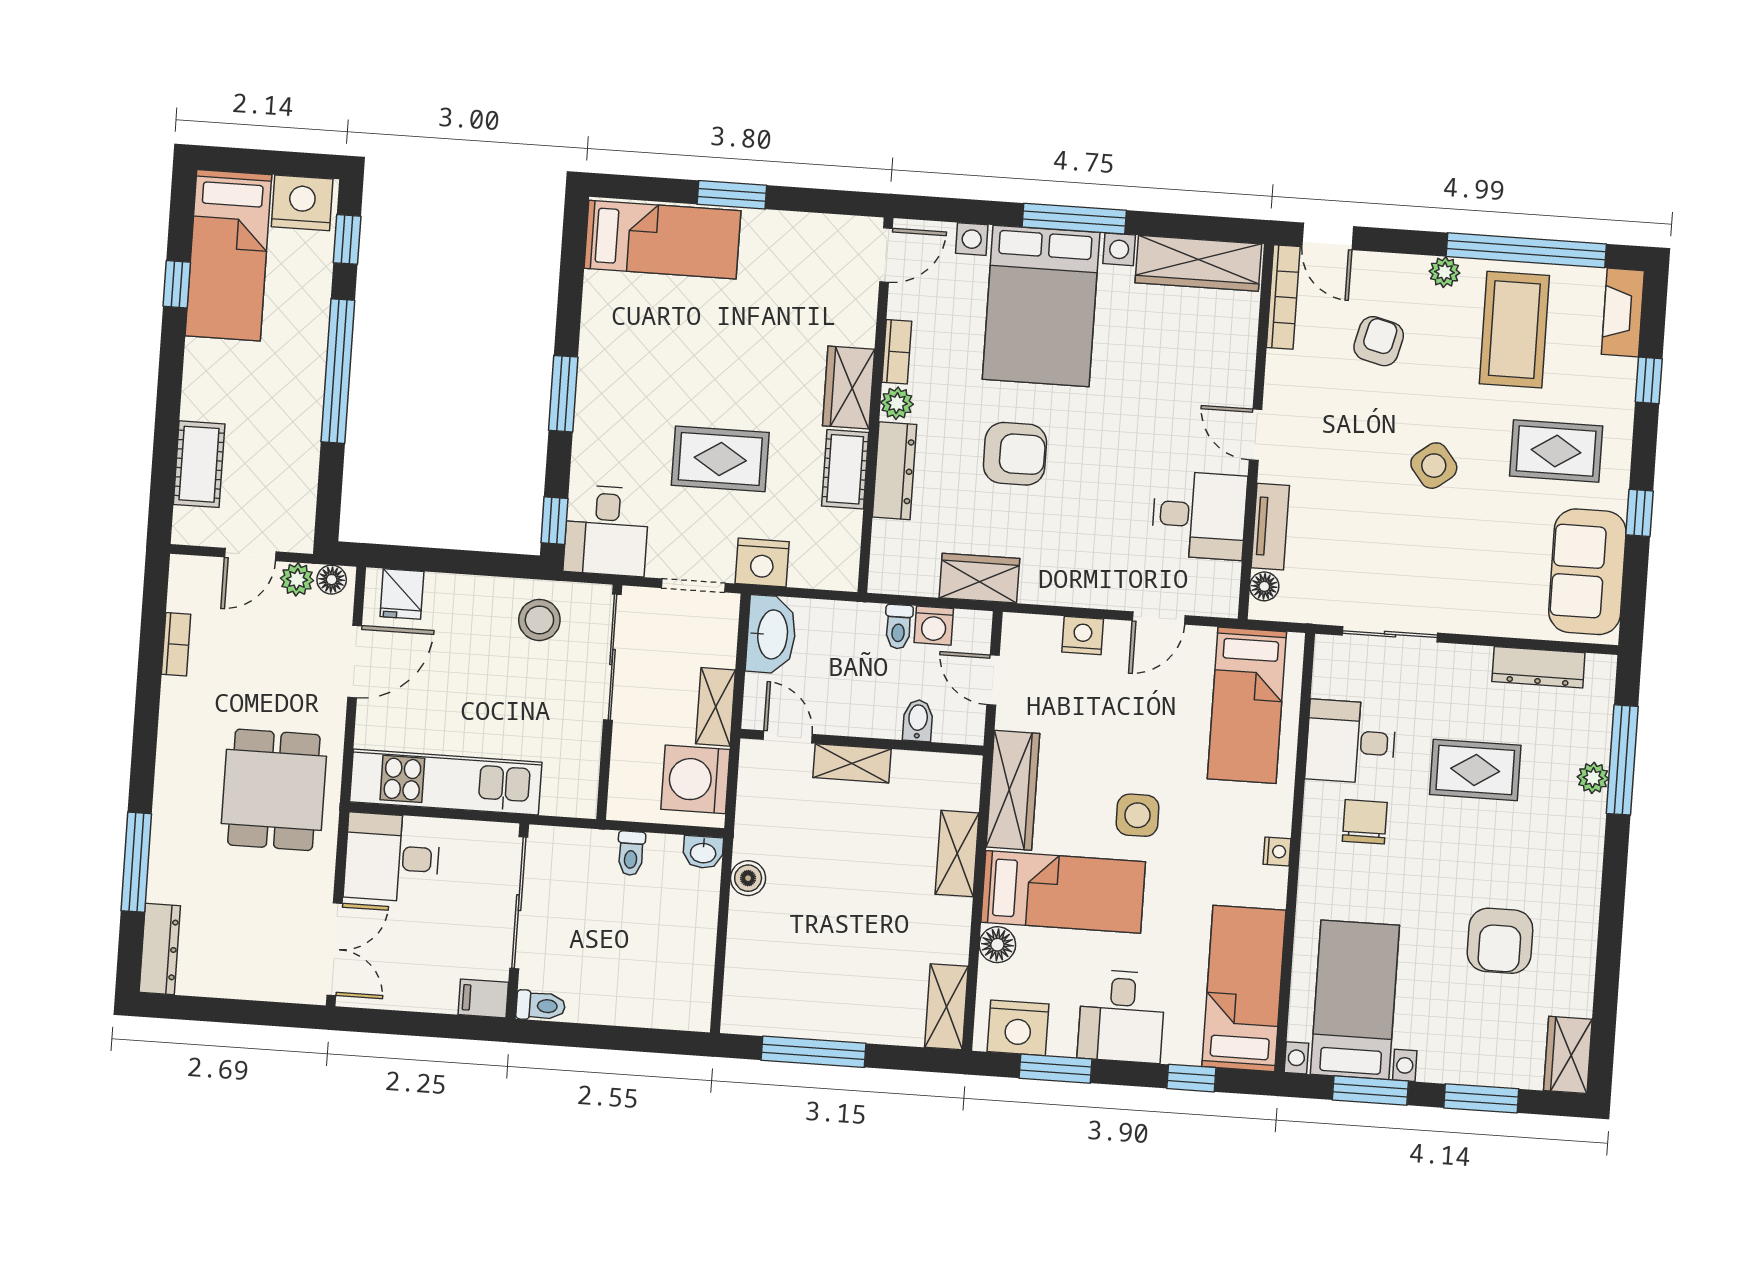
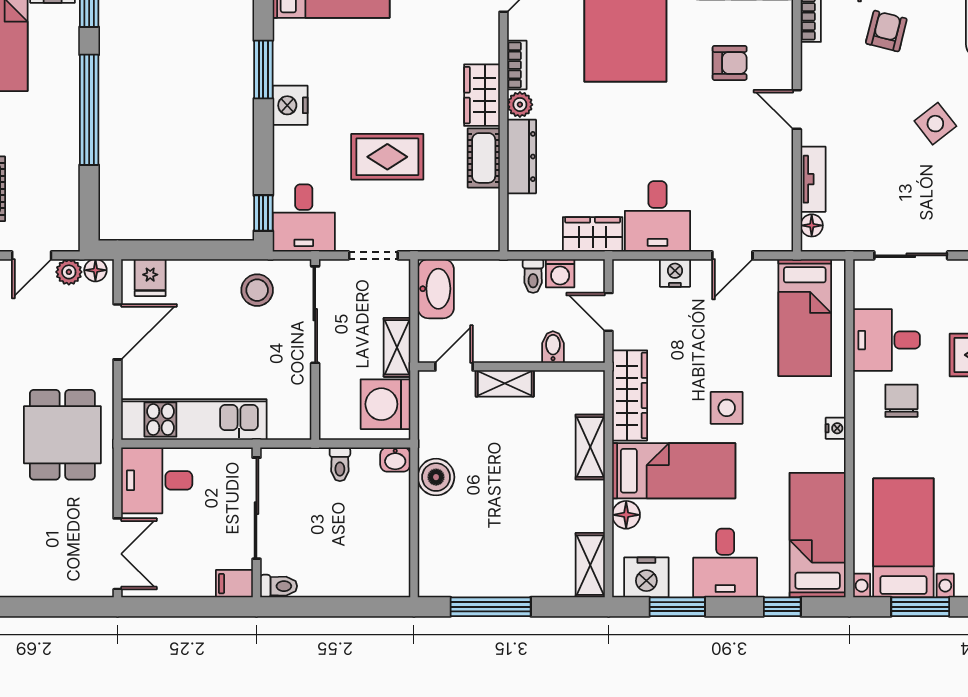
window: (563, 394) -> (263, 70), moved
armchair: (1015, 454) -> (730, 63), moved, width x0.72, depth x0.72
desk: (1199, 515) -> (658, 216), moved, turned 90
nightstand: (762, 563) -> (290, 105), moved, turned 90
door: (788, 737) -> (454, 367), hinge flipped
boiler: (748, 878) -> (436, 477), width x1.36, depth x1.36

